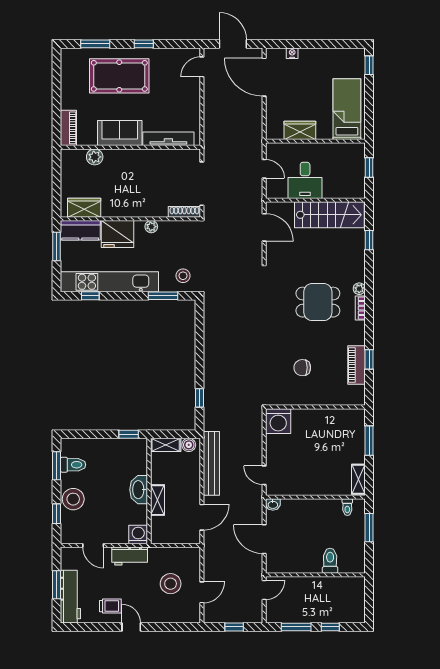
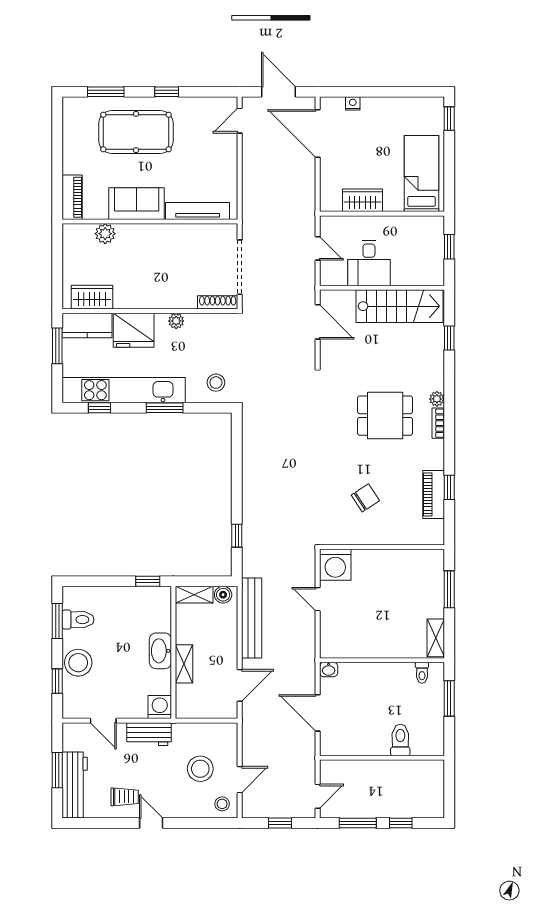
window: (163, 296) -> (165, 408), moved
chair: (302, 368) -> (365, 498), turned 147
door: (264, 475) -> (318, 599), moved
door: (264, 590) -> (318, 796), moved
stool: (188, 612) -> (222, 804), added

